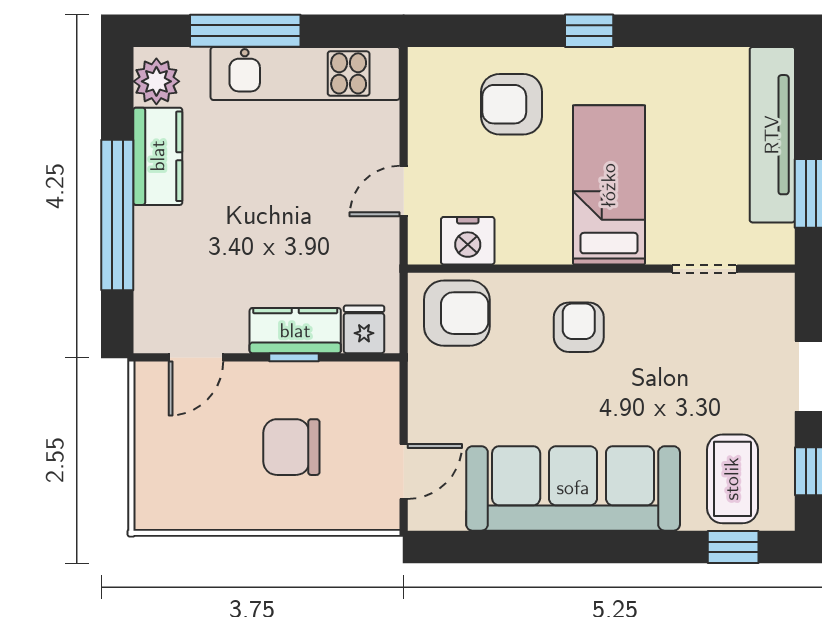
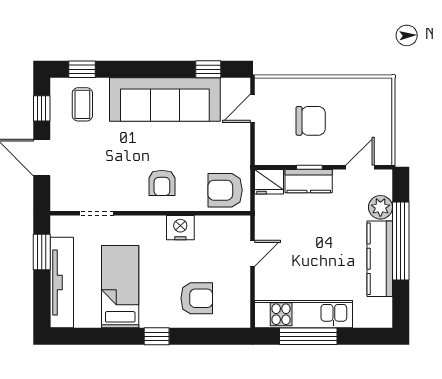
window: (245, 31) -> (308, 336), moved
plant: (156, 81) -> (380, 207), moved
kitchen counter: (158, 156) -> (380, 259), width x1.50
bed: (609, 185) -> (120, 287), moved, turned 180
nightstand: (468, 241) -> (180, 228), moved
fridge: (364, 329) -> (269, 182), width x1.38
coffee table: (732, 479) -> (82, 104), width x0.73, depth x0.77
window: (489, 547) -> (208, 69), added

